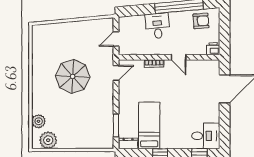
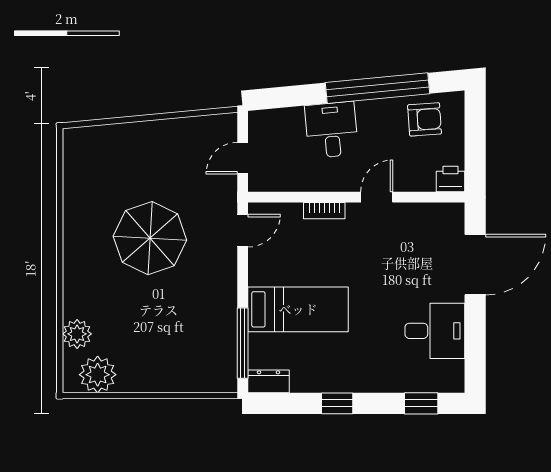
door: (179, 57) -> (377, 197), swing flipped
window: (116, 125) -> (243, 343), width x1.44
bed: (149, 125) -> (298, 309), moved, turned 90
desk: (206, 136) -> (435, 331), moved

